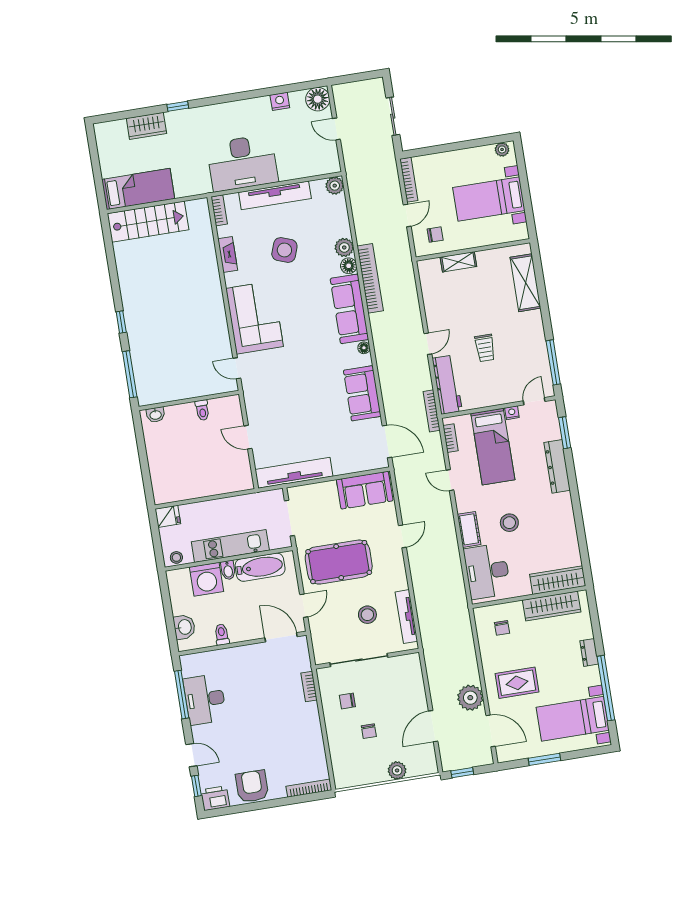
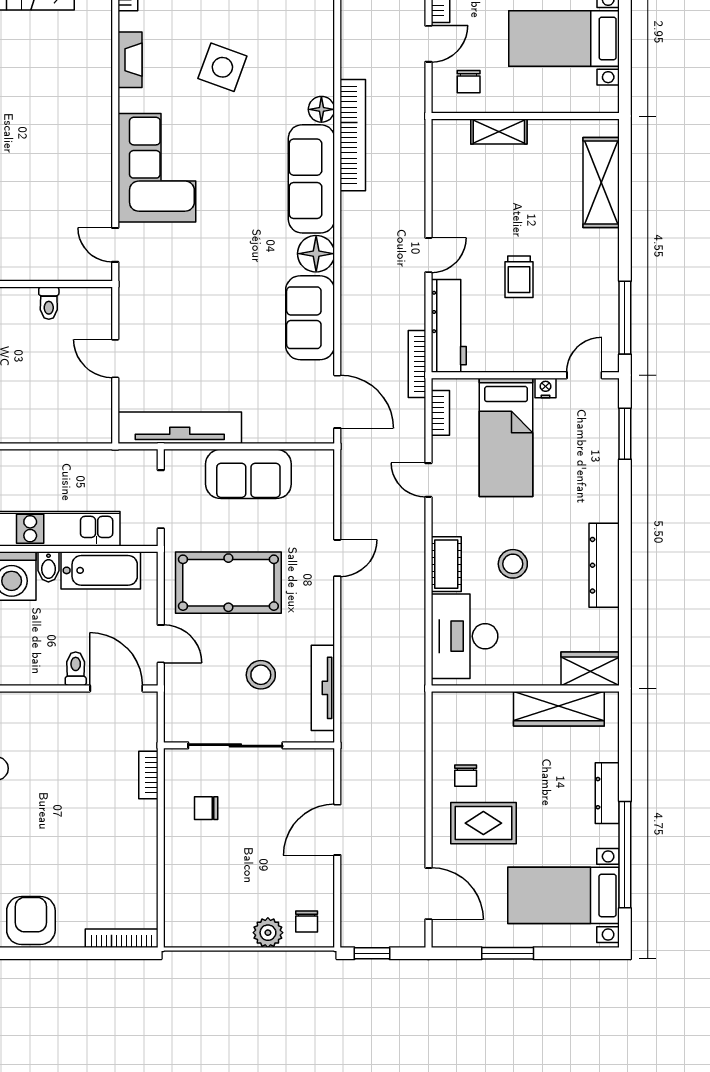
chair: (435, 235) -> (469, 82), turned 90
plant: (344, 247) -> (319, 79), removed
floor lamp: (364, 348) -> (316, 254), width x1.89, depth x1.89
dresser: (557, 466) -> (604, 565), moved
sofa: (365, 490) -> (248, 474), moved
wardrobe: (558, 580) -> (590, 669), width x0.67
door: (304, 606) -> (161, 644), hinge flipped
chair: (502, 628) -> (466, 776), moved
toilet: (222, 635) -> (76, 669), moved
dresser: (589, 652) -> (607, 793), width x1.44
plant: (470, 698) -> (405, 835), removed
door: (433, 726) -> (337, 830), moved
chair: (369, 731) -> (307, 922), moved

